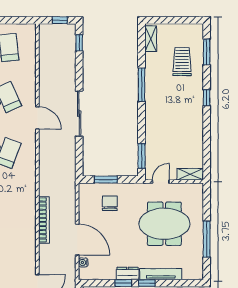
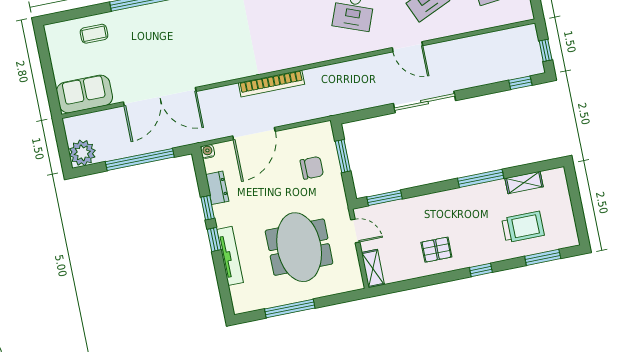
shelving: (151, 39) -> (524, 183), moved
door: (37, 118) -> (407, 47), hinge flipped
pallet: (186, 126) -> (436, 250), added
water cooler: (83, 262) -> (208, 151), moved
dresser: (128, 273) -> (217, 188), moved

